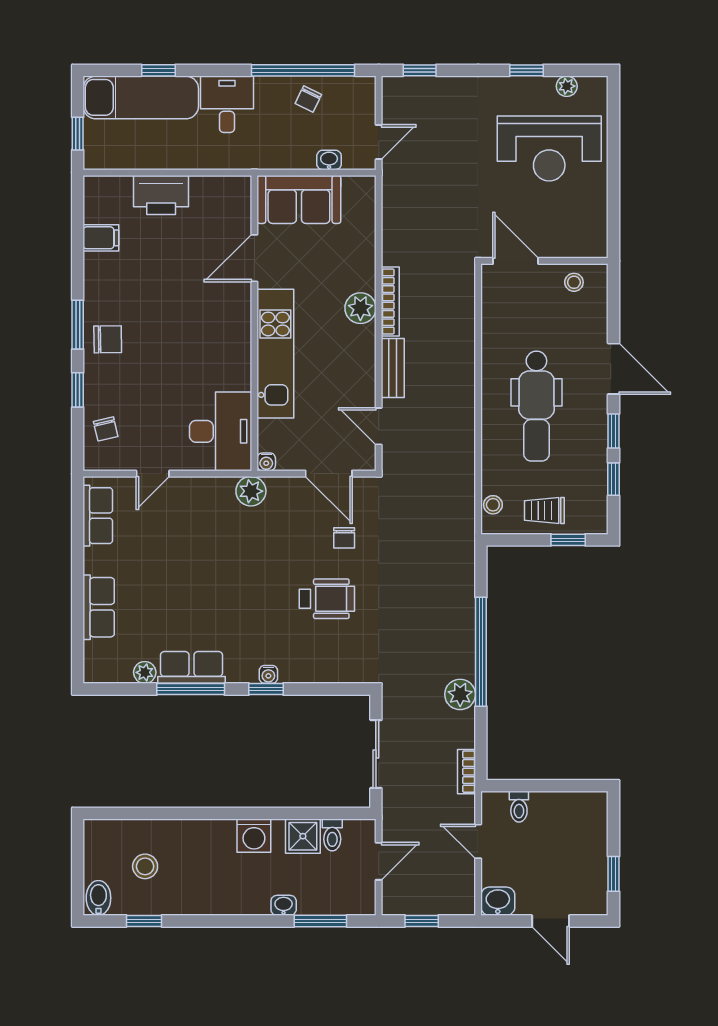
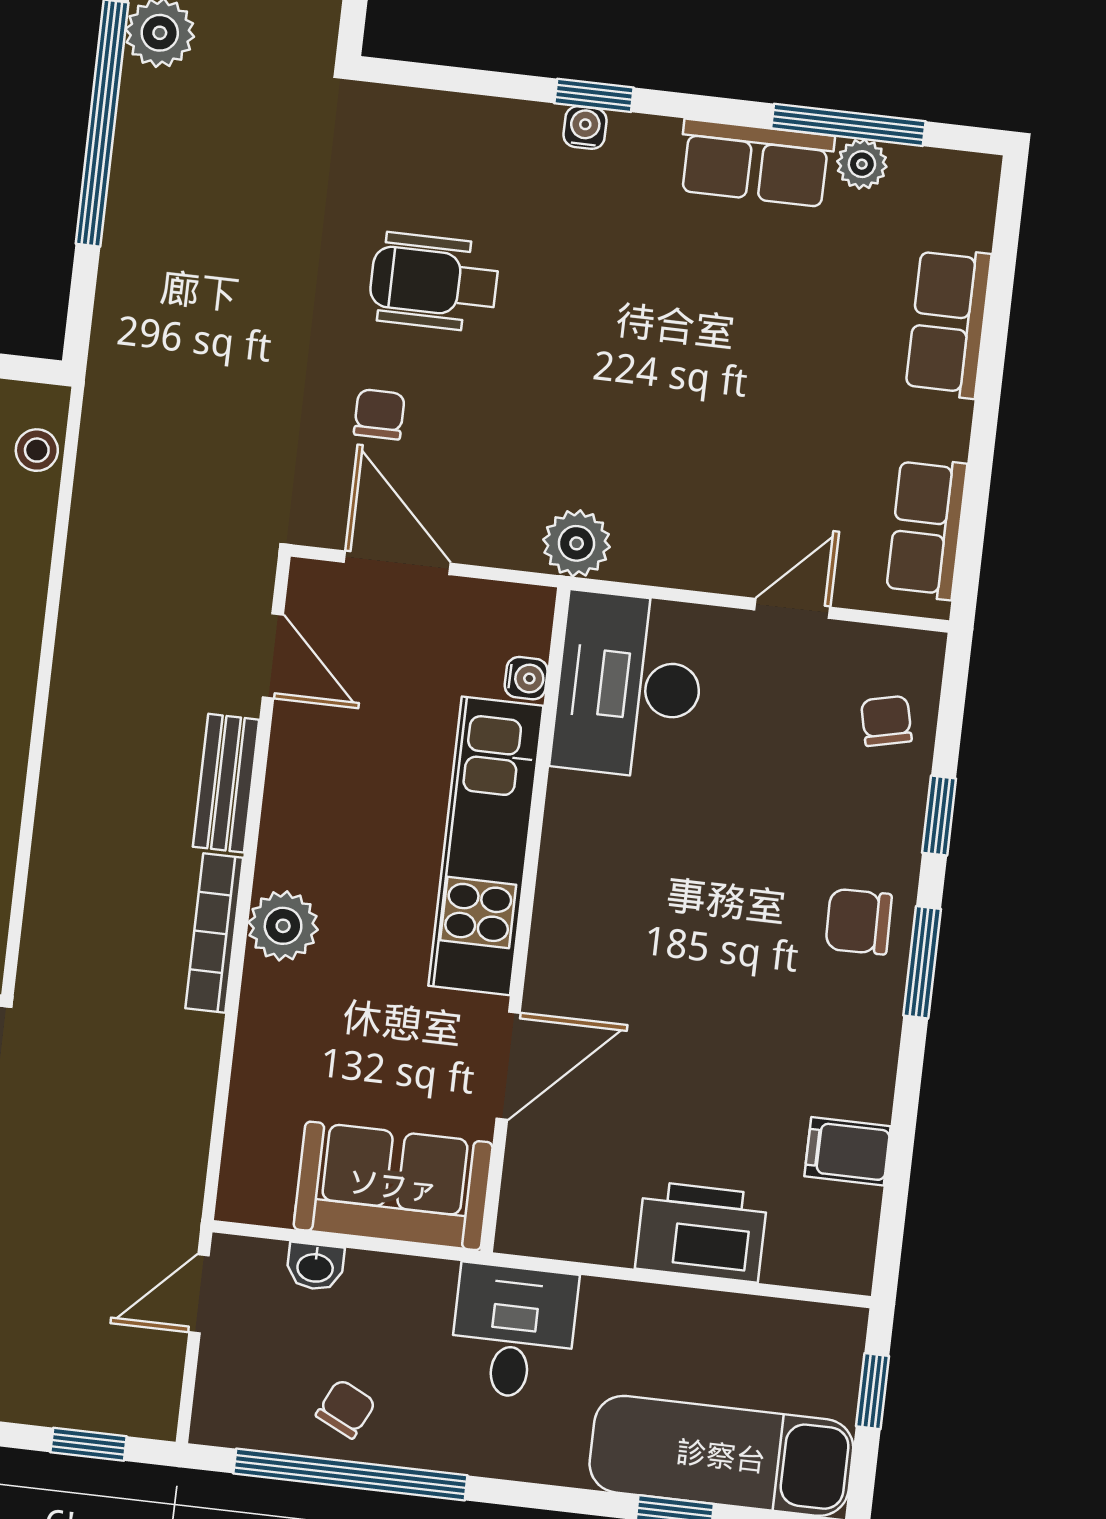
desk: (227, 104) -> (513, 1332), moved, turned 180
water cooler: (266, 462) -> (526, 678), moved, turned 90
window: (191, 689) -> (848, 125), moved

